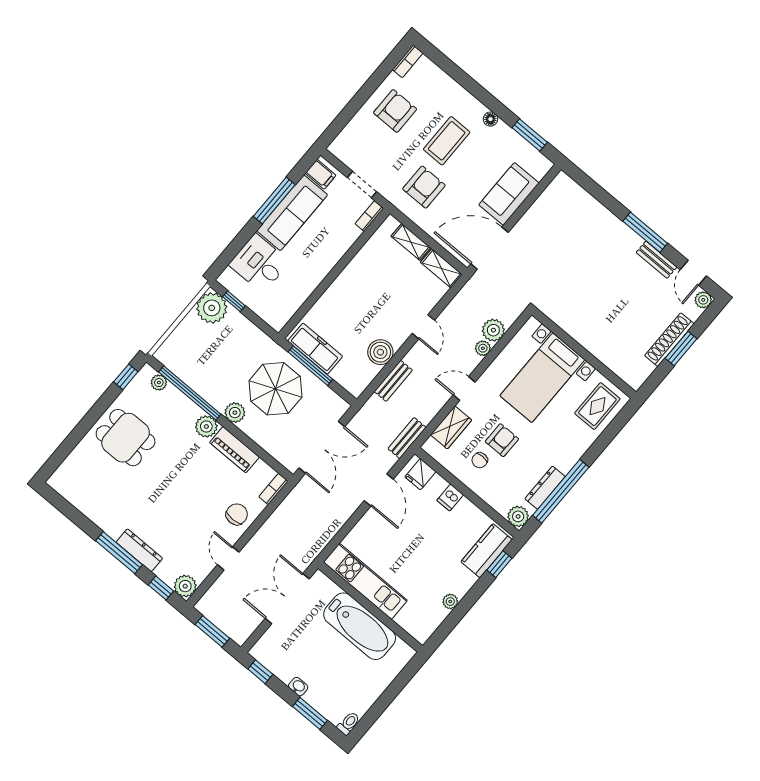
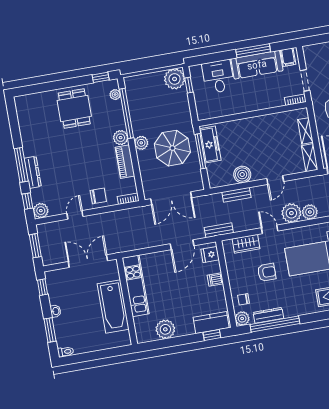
plant: (483, 348) -> (291, 213), width x1.88, depth x1.88
chair: (480, 460) -> (243, 299), moved
plant: (450, 601) -> (165, 329), width x1.88, depth x1.88

